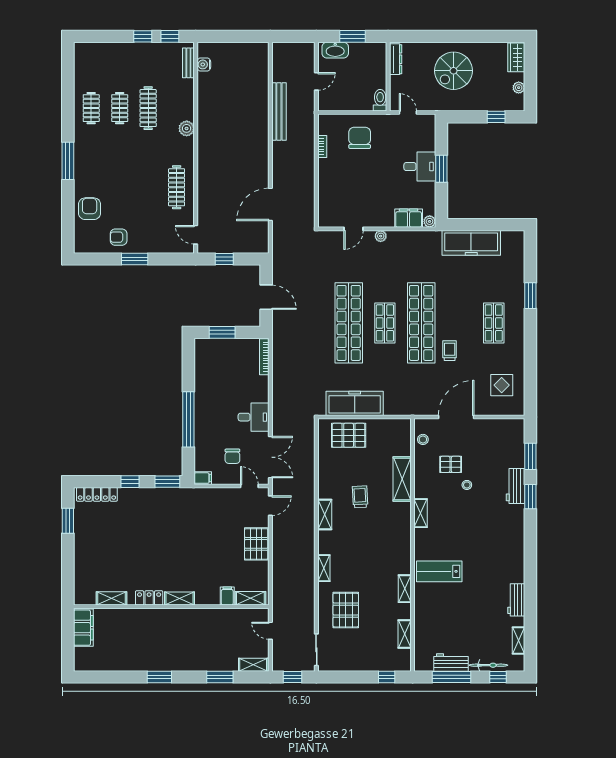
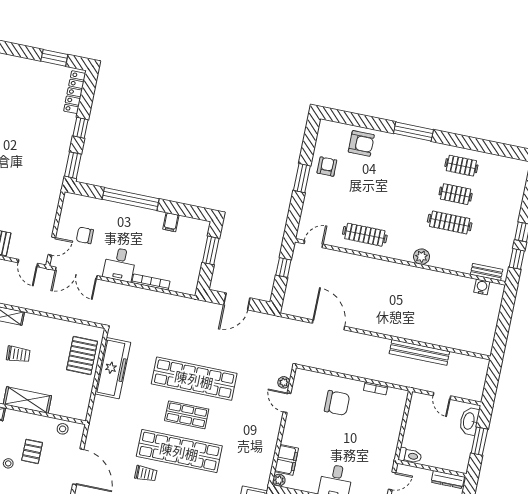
chair: (360, 138) -> (337, 403), moved
plant: (381, 236) -> (284, 382), moved
bookcase: (264, 357) -> (151, 282), moved
filing cabinet: (203, 478) -> (171, 222), moved

